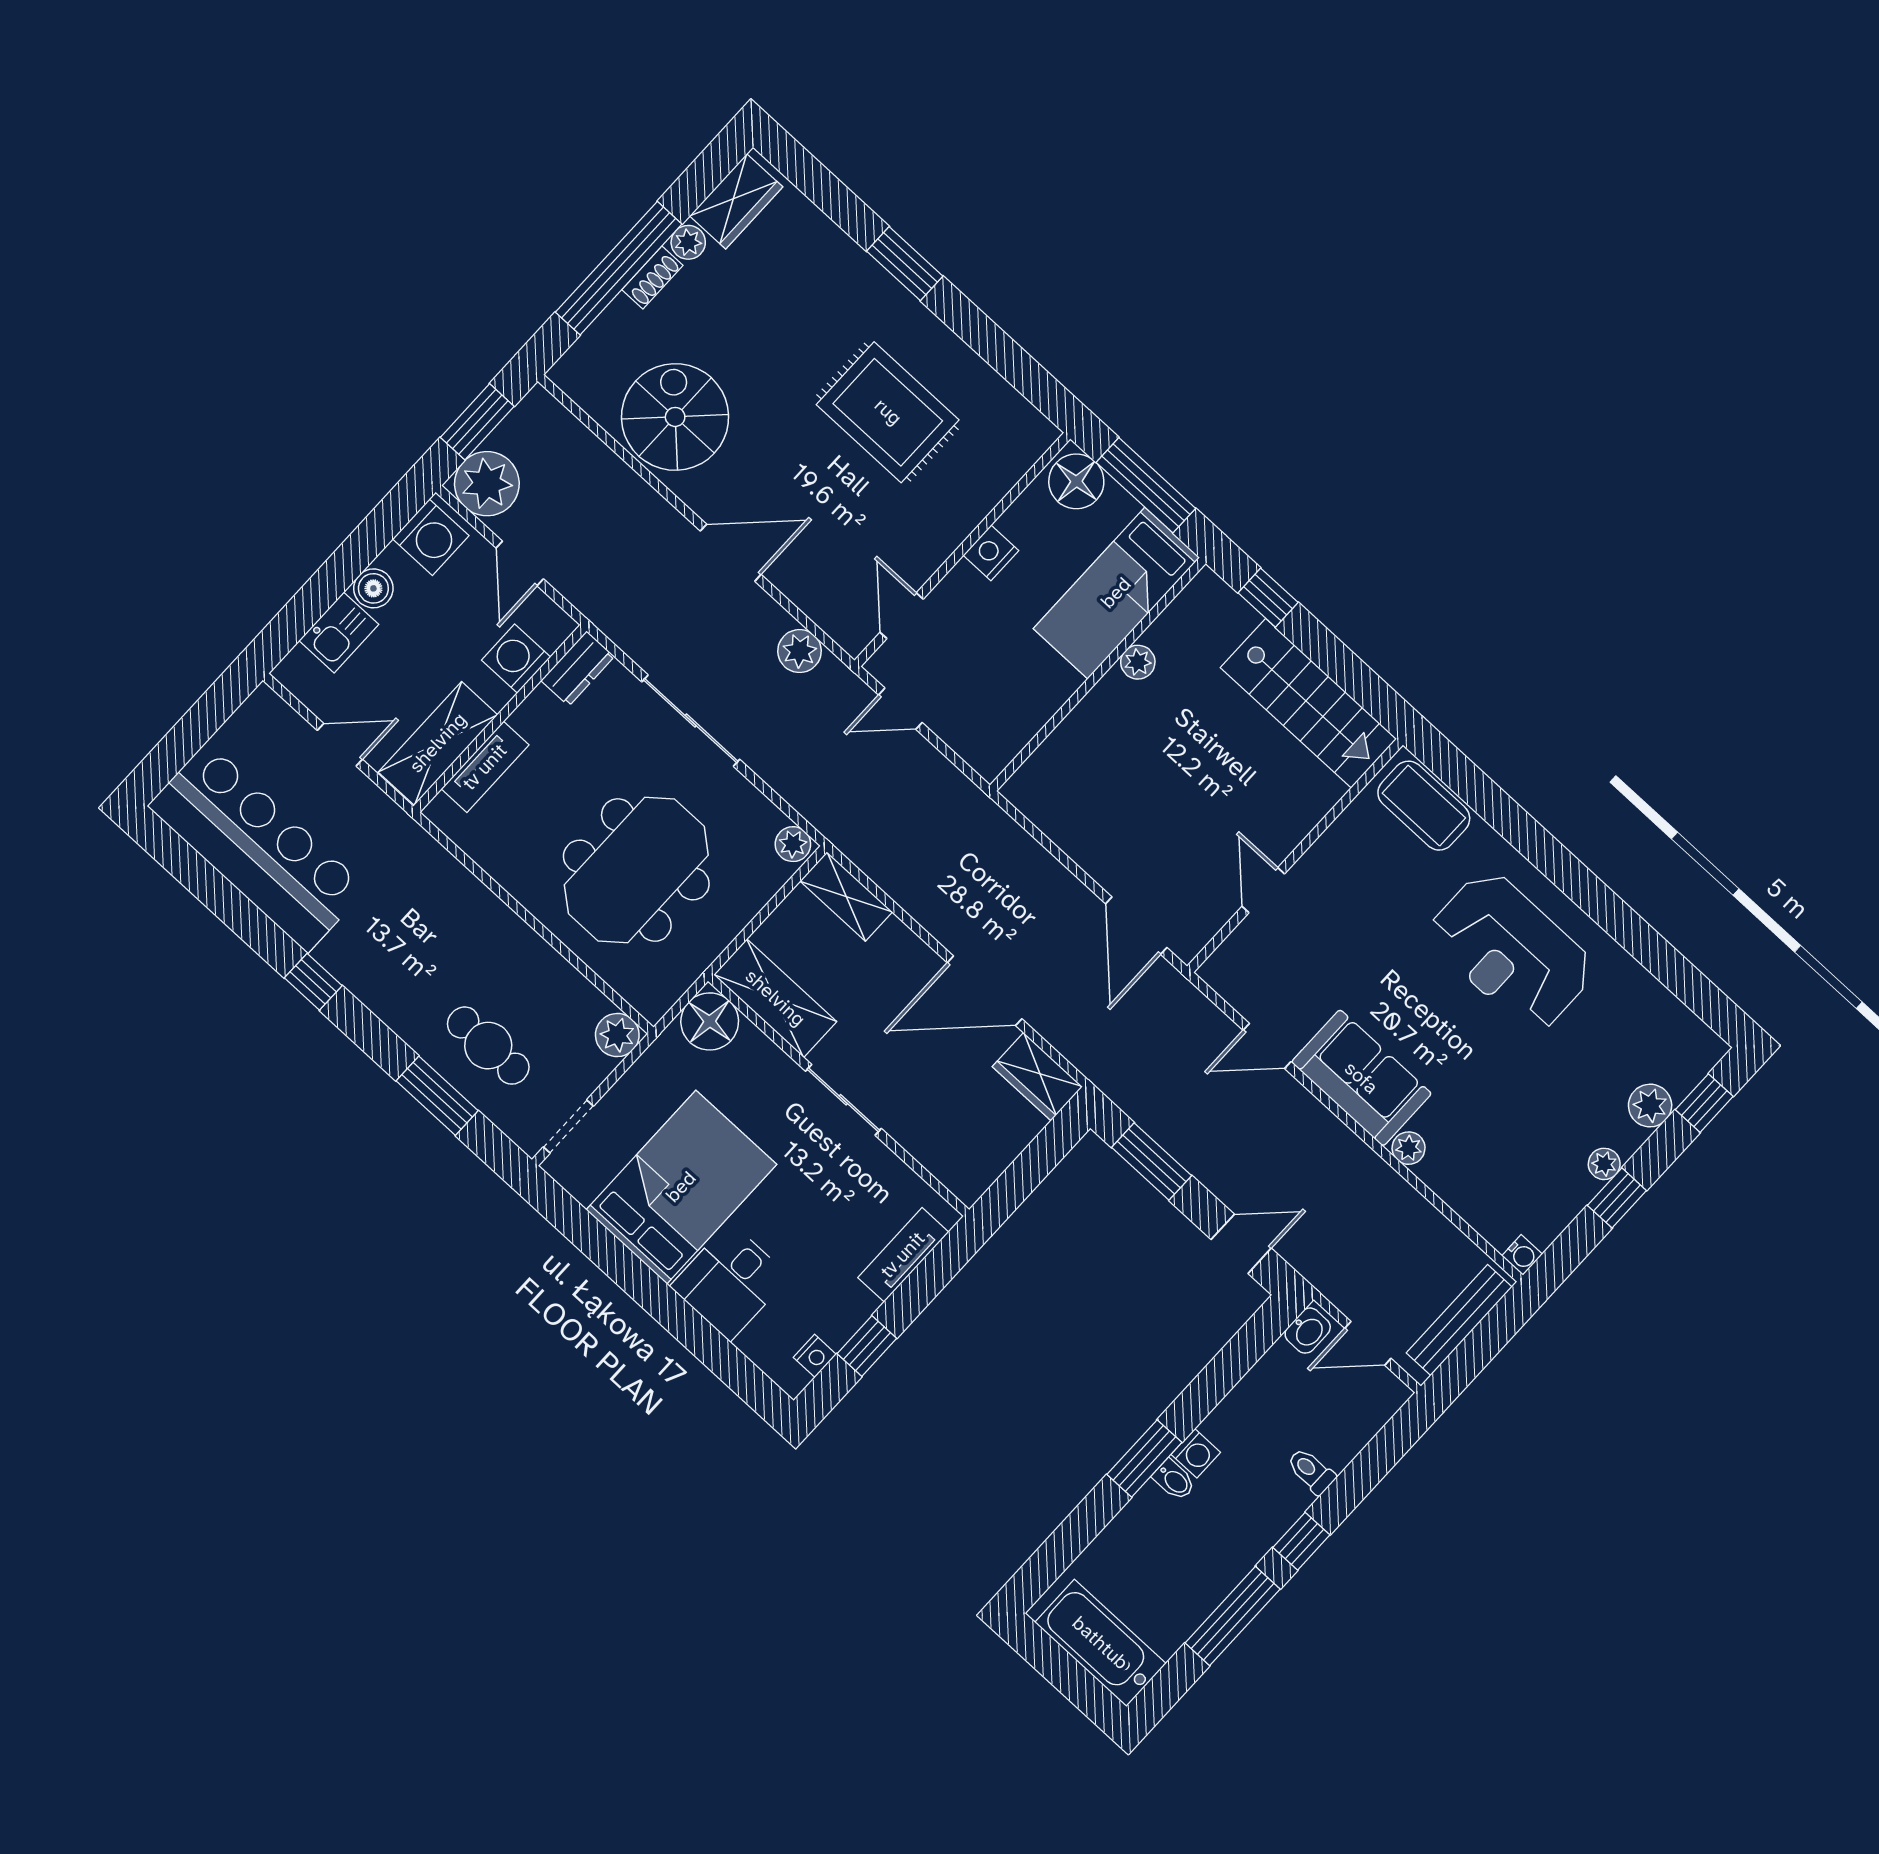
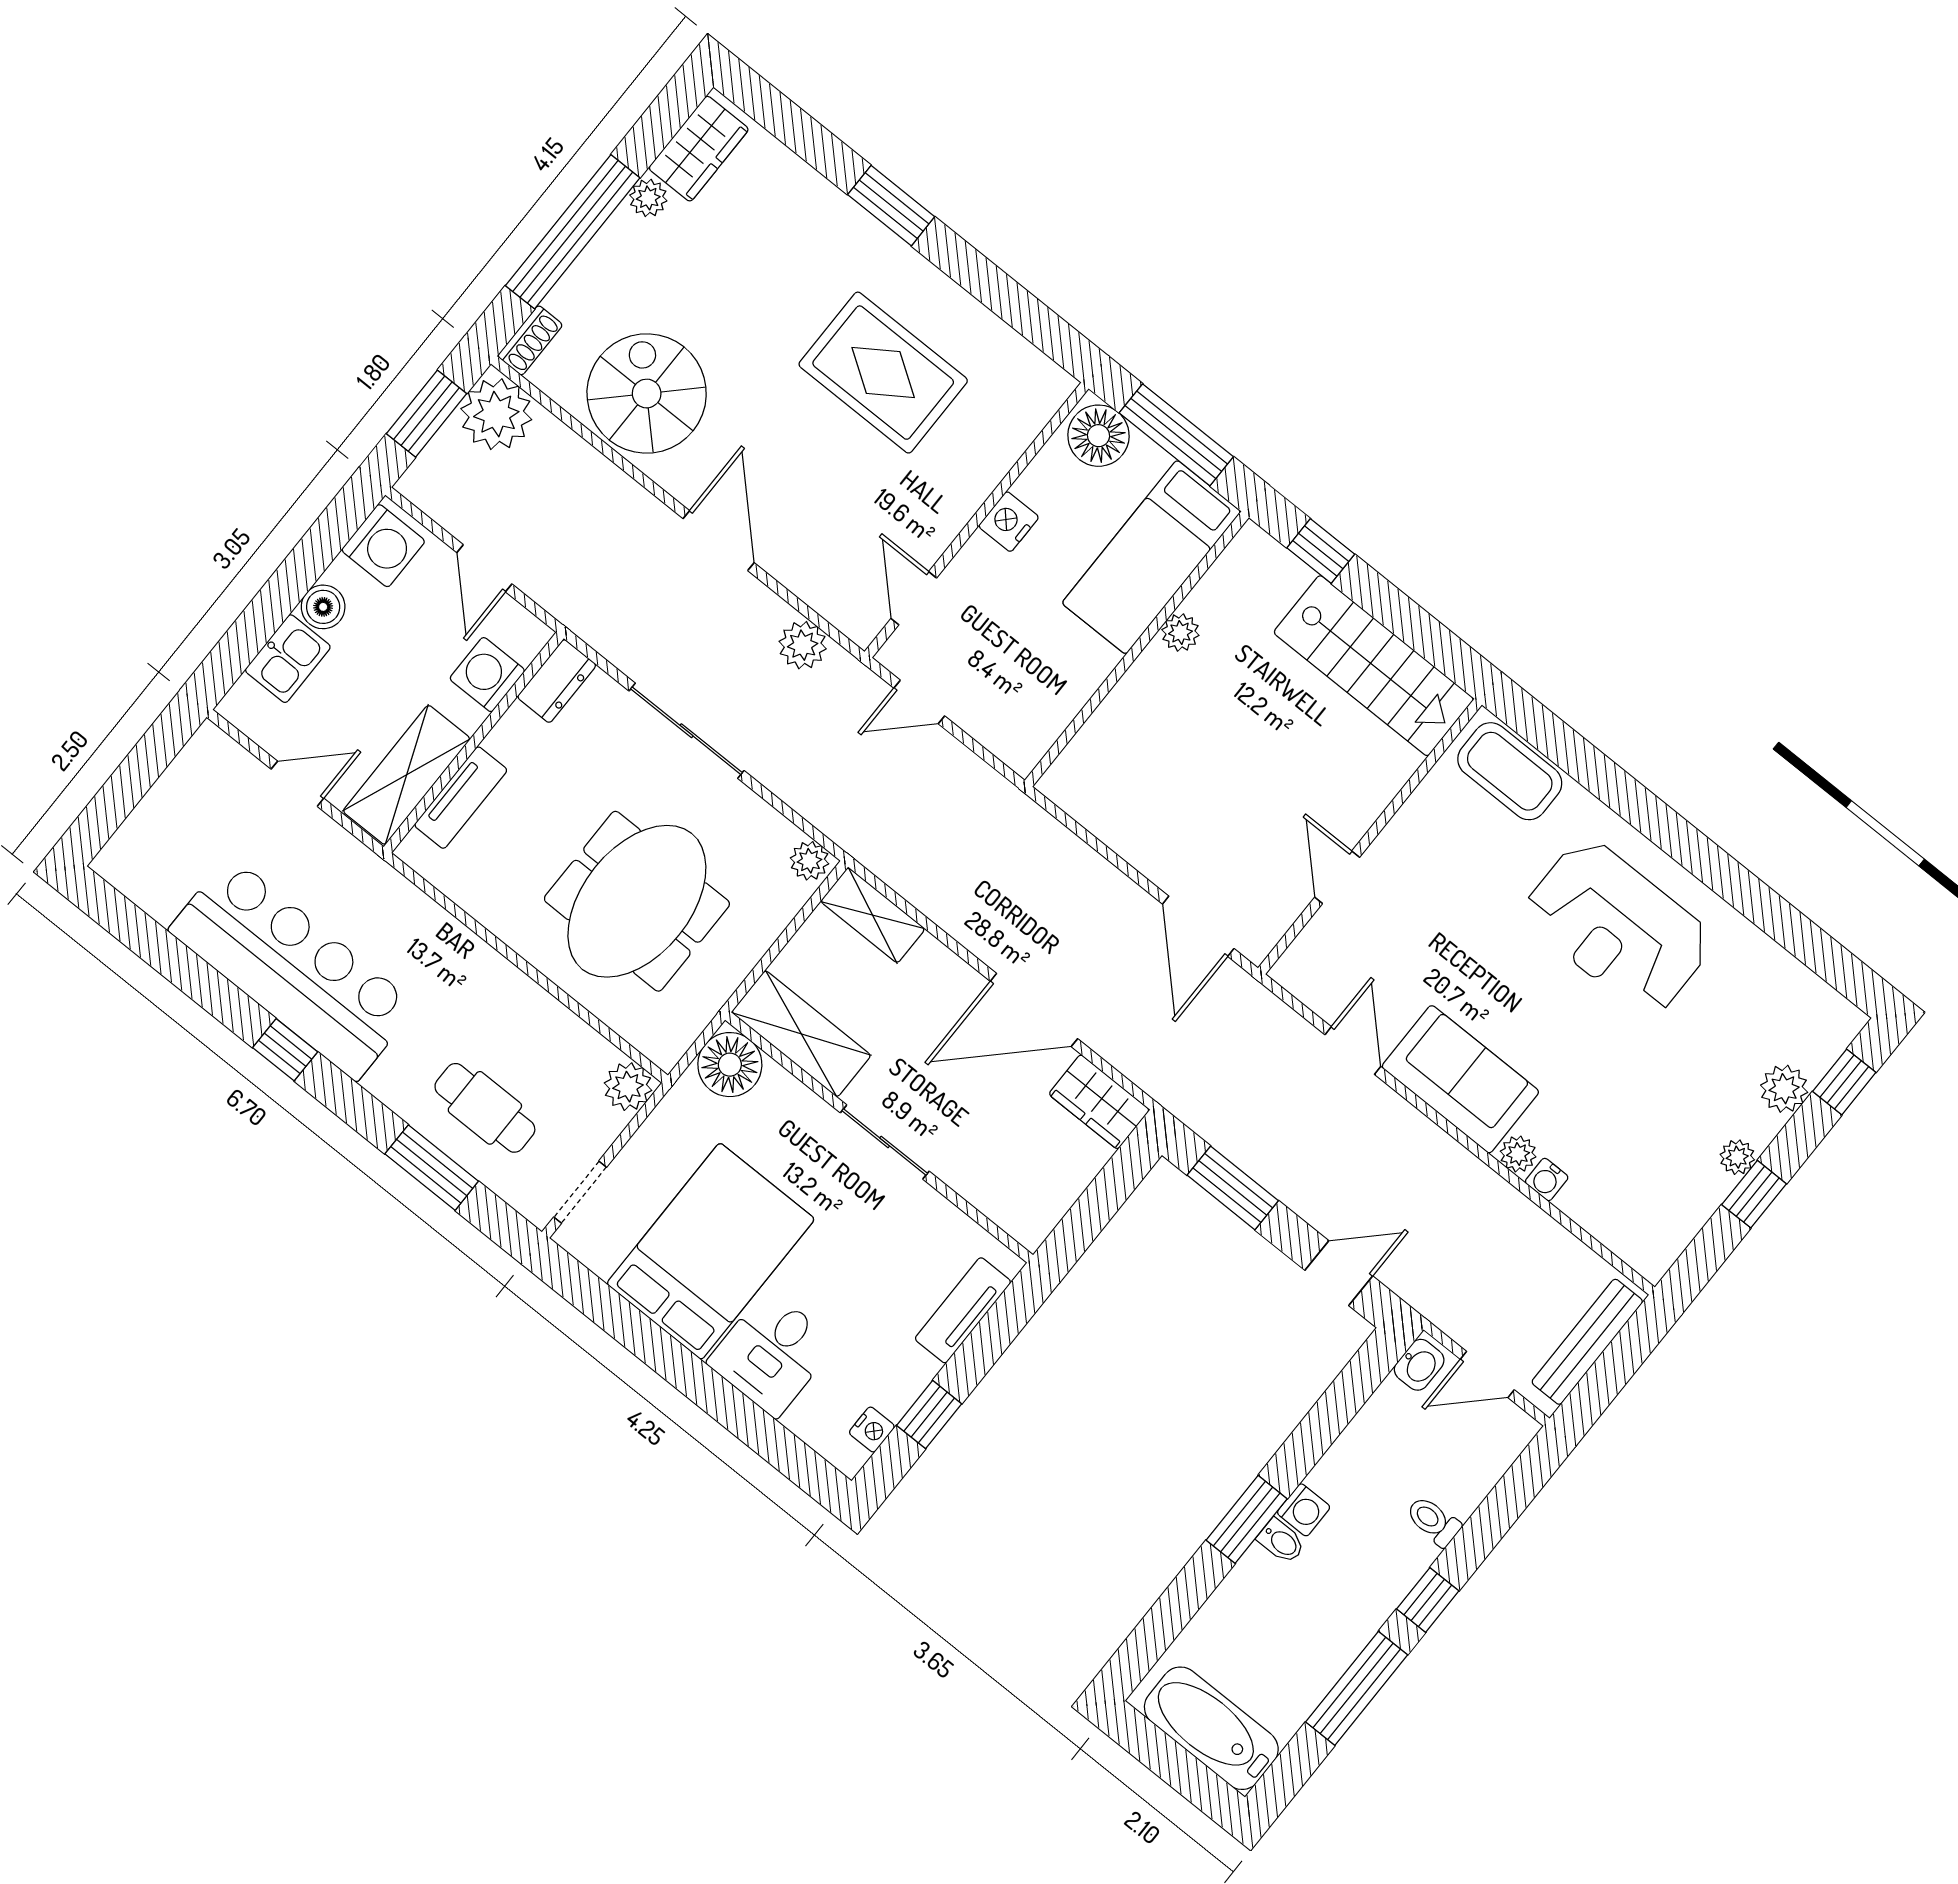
shoe rack: (652, 277) -> (530, 340), moved
plant: (487, 484) -> (496, 414), moved
door: (731, 553) -> (719, 541), hinge flipped
bar counter: (257, 847) -> (293, 968), moved
door: (1267, 1046) -> (1353, 1051), swing flipped
water cooler: (1522, 1255) -> (1547, 1180), moved, turned 90

